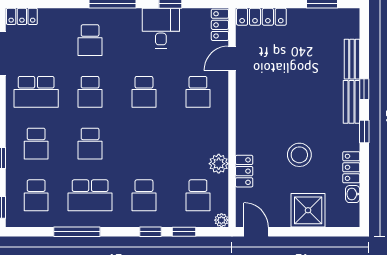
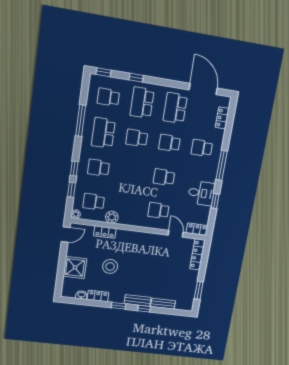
locker: (22, 16) -> (222, 118), moved
school desk: (36, 144) -> (142, 103), width x1.85

